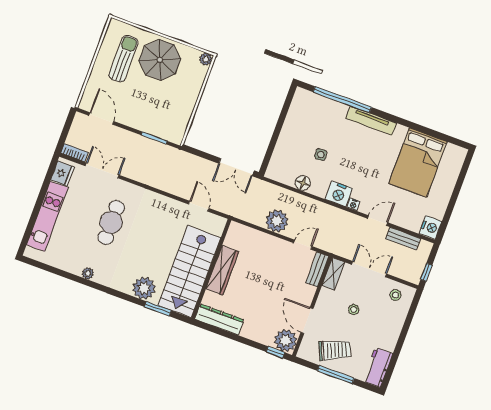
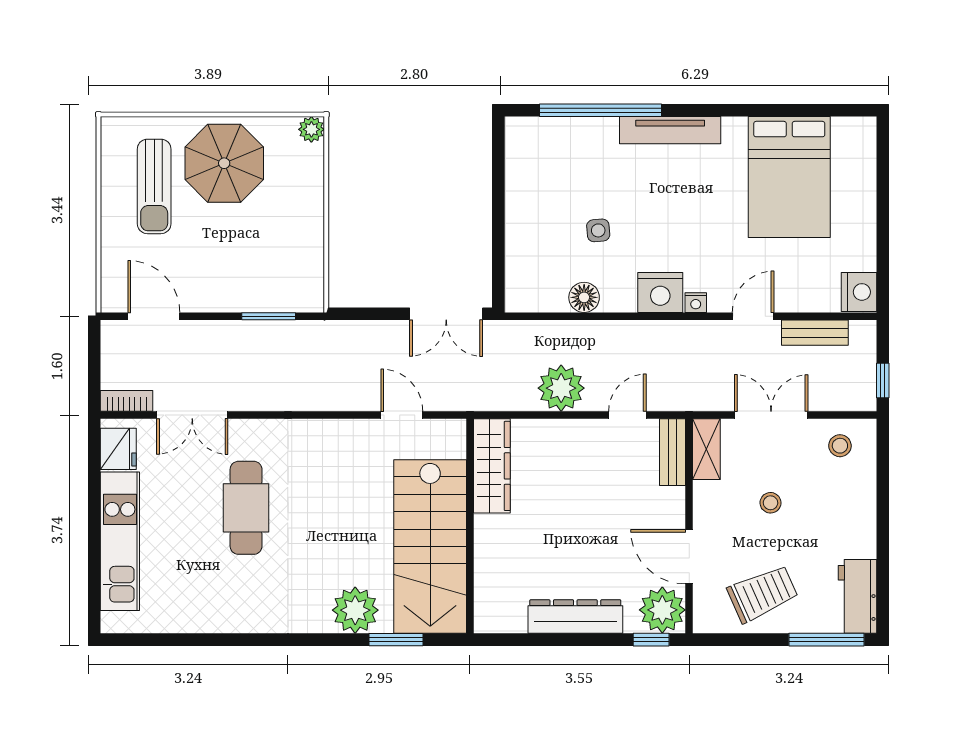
sun lounger: (124, 59) -> (154, 186), turned 180
double door: (102, 170) -> (192, 415), swing flipped
wardrobe: (222, 270) -> (492, 466), moved
plant: (88, 273) -> (238, 622), removed
dresser: (219, 319) -> (575, 617), moved
window: (336, 375) -> (826, 640), moved

